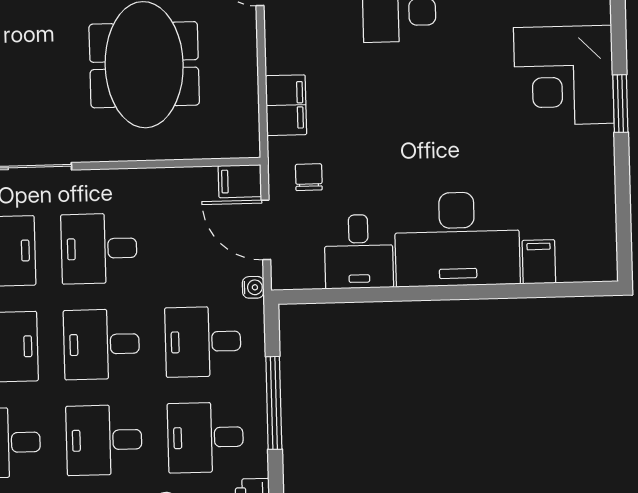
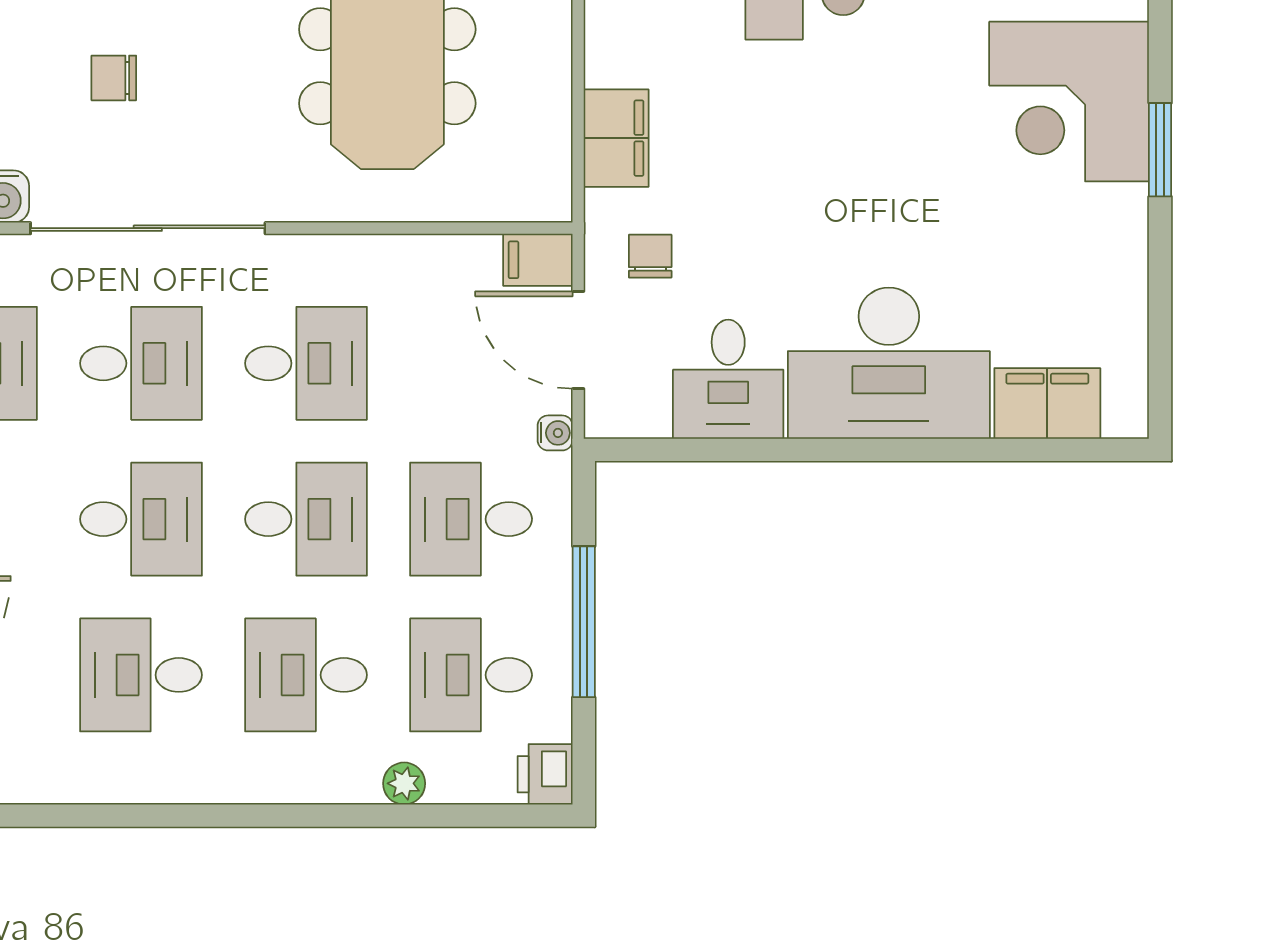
desk: (99, 249) -> (306, 363), turned 180
filing cabinet: (539, 262) -> (1047, 403), width x2.00
desk: (102, 344) -> (306, 519), turned 180

